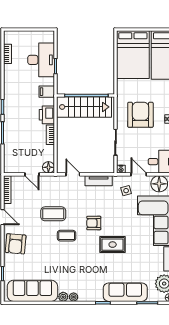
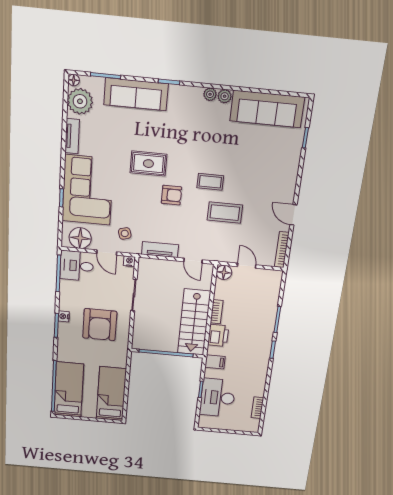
bed: (133, 55) -> (111, 394), width x0.67
stairs: (84, 107) -> (194, 322), moved, turned -90
armchair: (16, 244) -> (281, 177), removed

